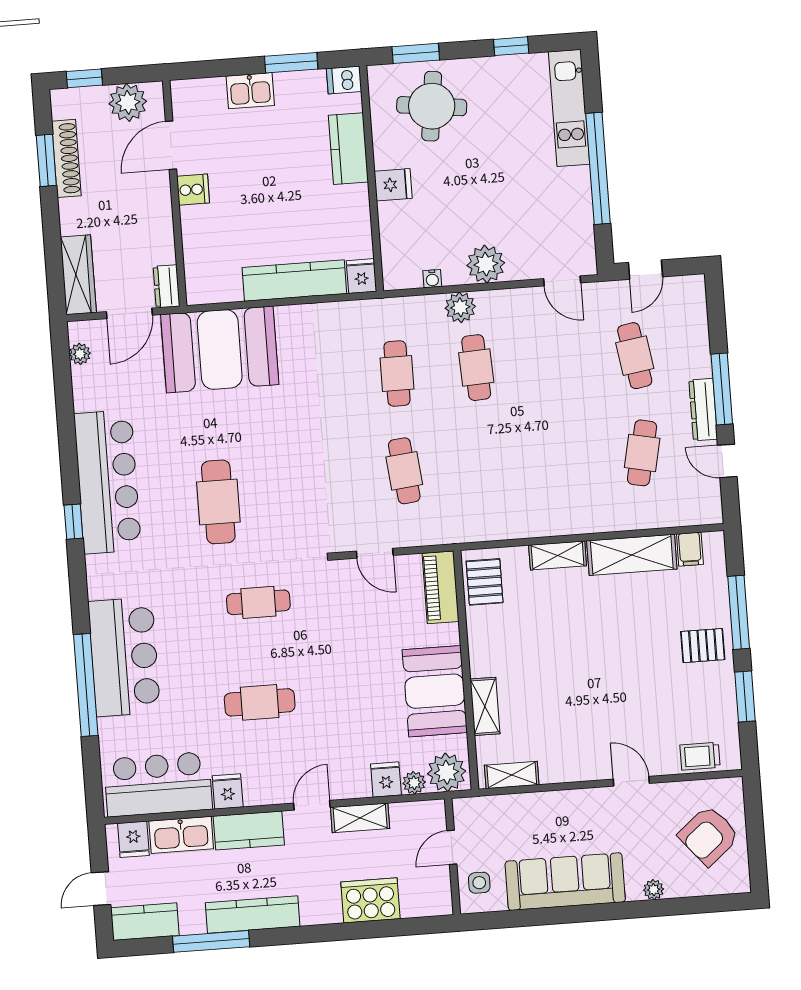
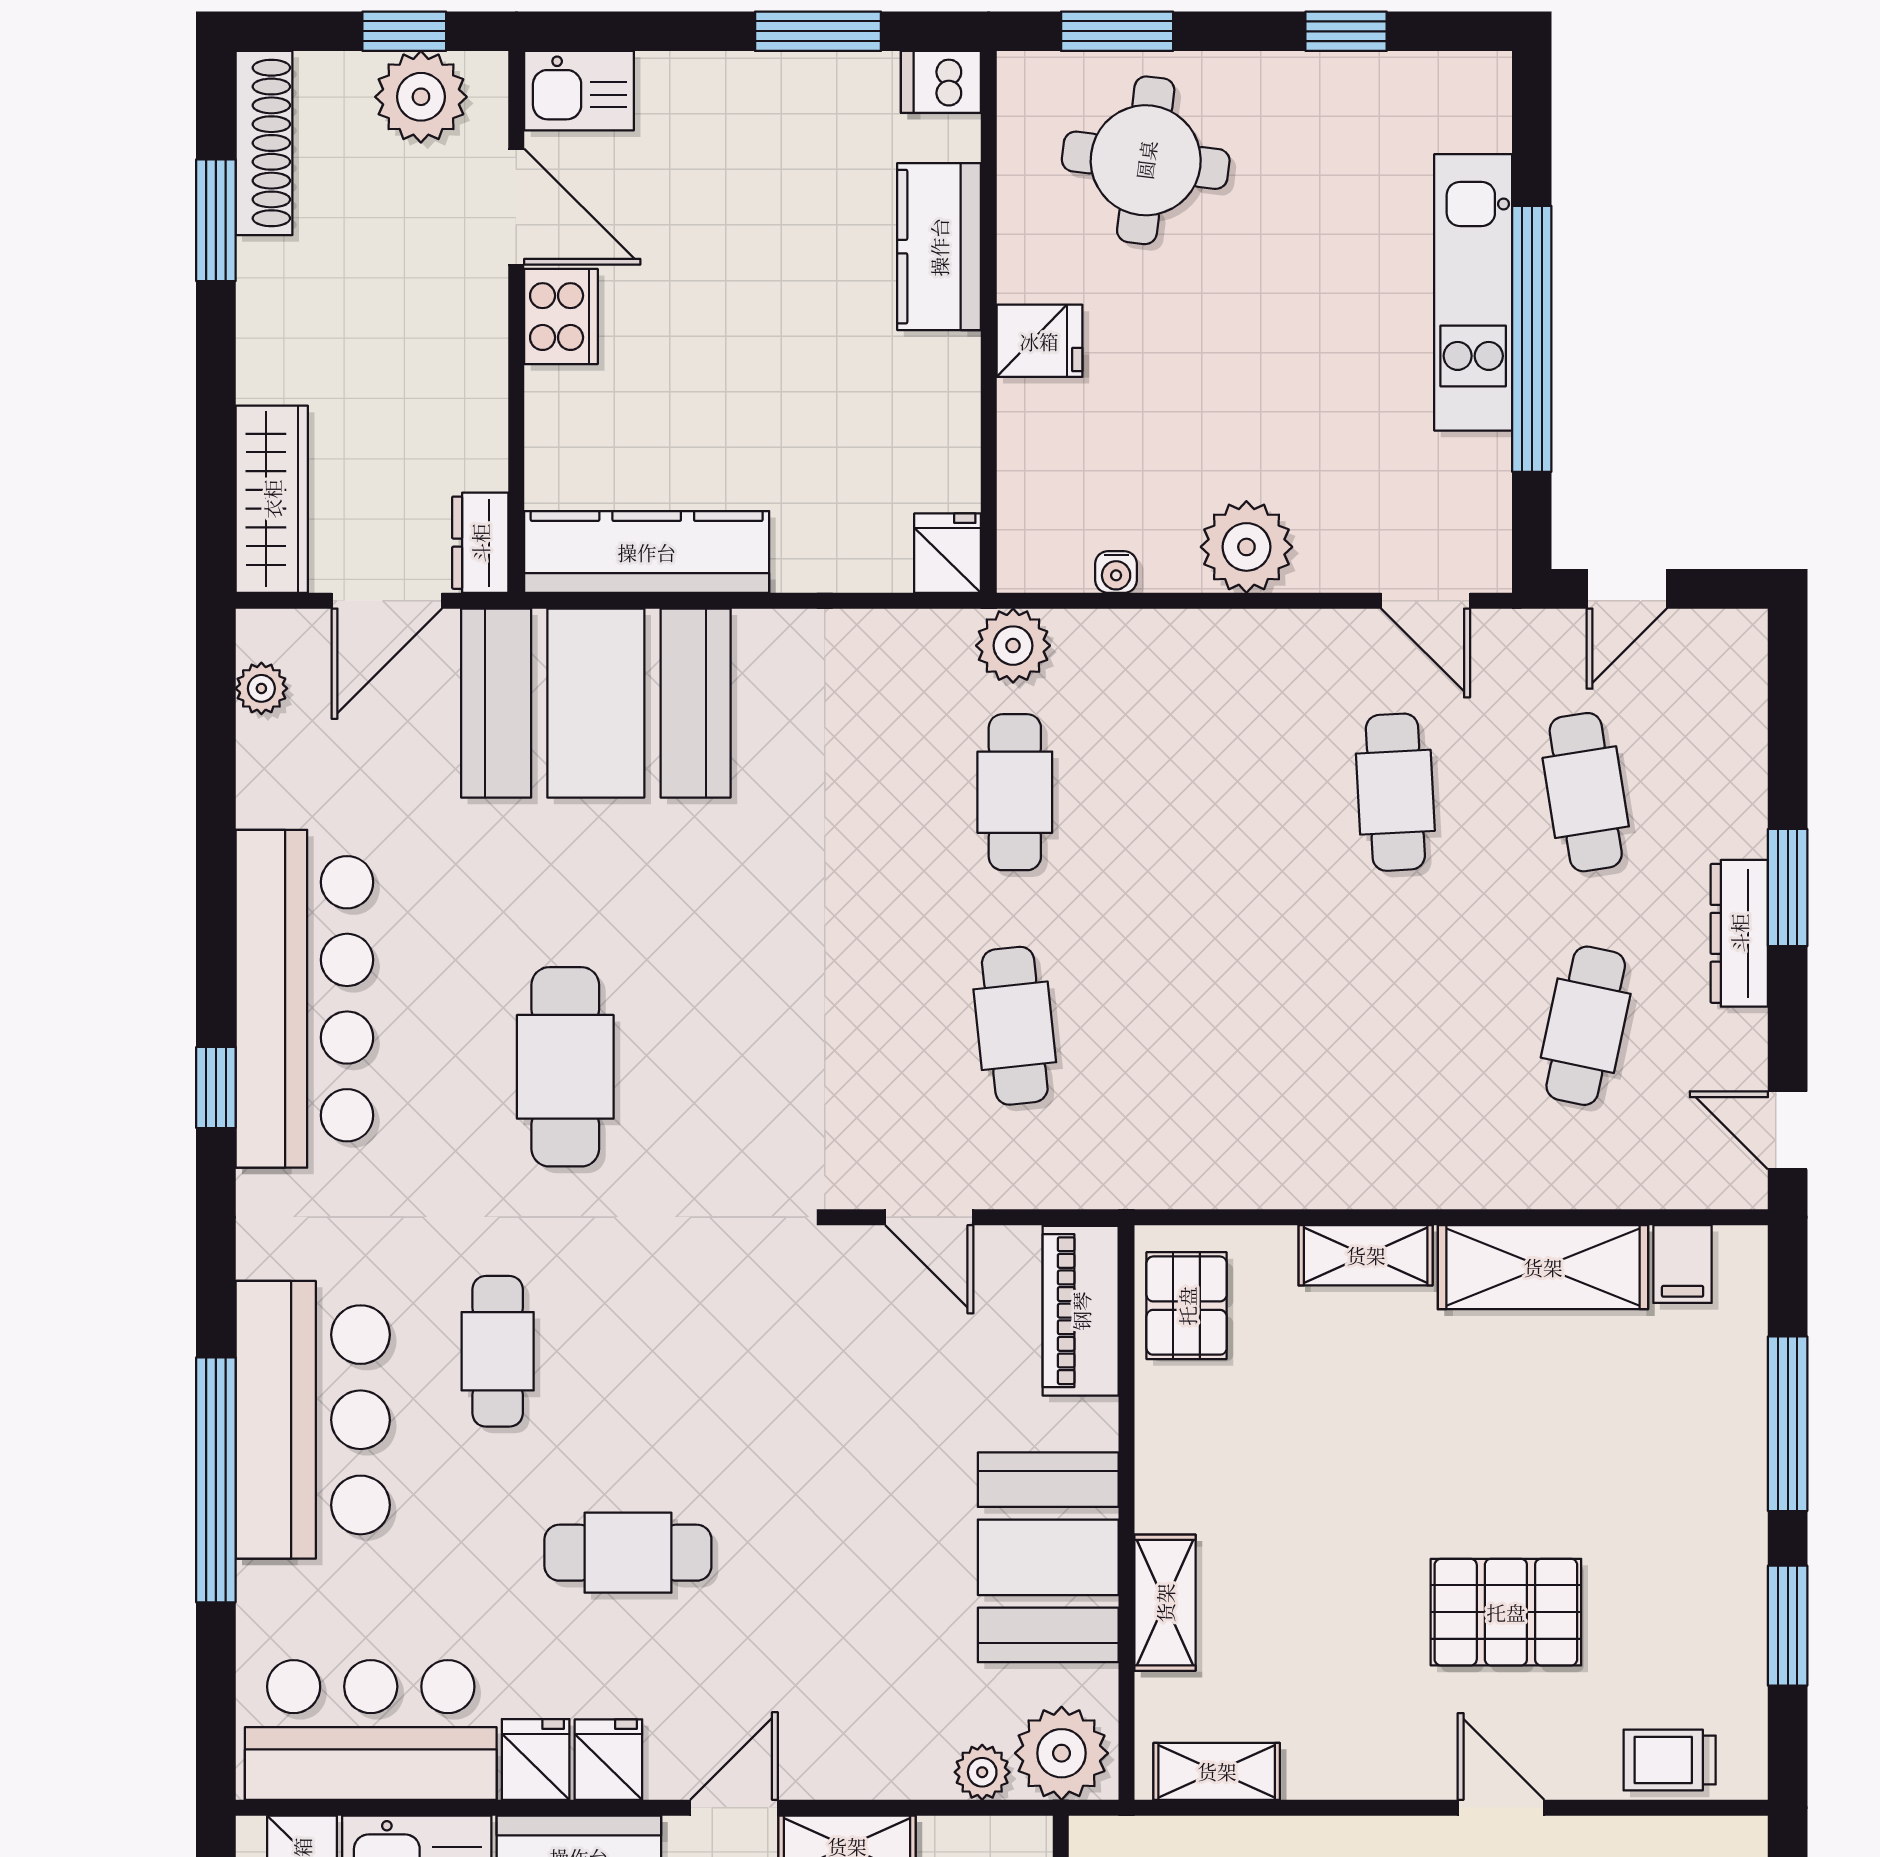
window: (84, 78) -> (404, 31), moved
kitchen sink: (250, 91) -> (579, 91), moved
kitchen unit: (569, 108) -> (1473, 292), moved
door: (171, 145) -> (516, 207), swing flipped
shoe rack: (66, 158) -> (264, 143), moved
cooker: (193, 190) -> (561, 317), width x1.36
kitchen counter: (294, 281) -> (647, 552), moved
plant: (460, 307) -> (1013, 646), moved
cafe table: (476, 368) -> (1395, 792), moved
window: (722, 389) -> (1788, 888), width x0.69
door: (727, 461) -> (1788, 1130), moved
cafe table: (258, 602) -> (498, 1351), moved, turned 90
pallet: (703, 646) -> (1506, 1612), moved, width x1.50, depth x1.42
fridge: (386, 780) -> (608, 1760), moved

